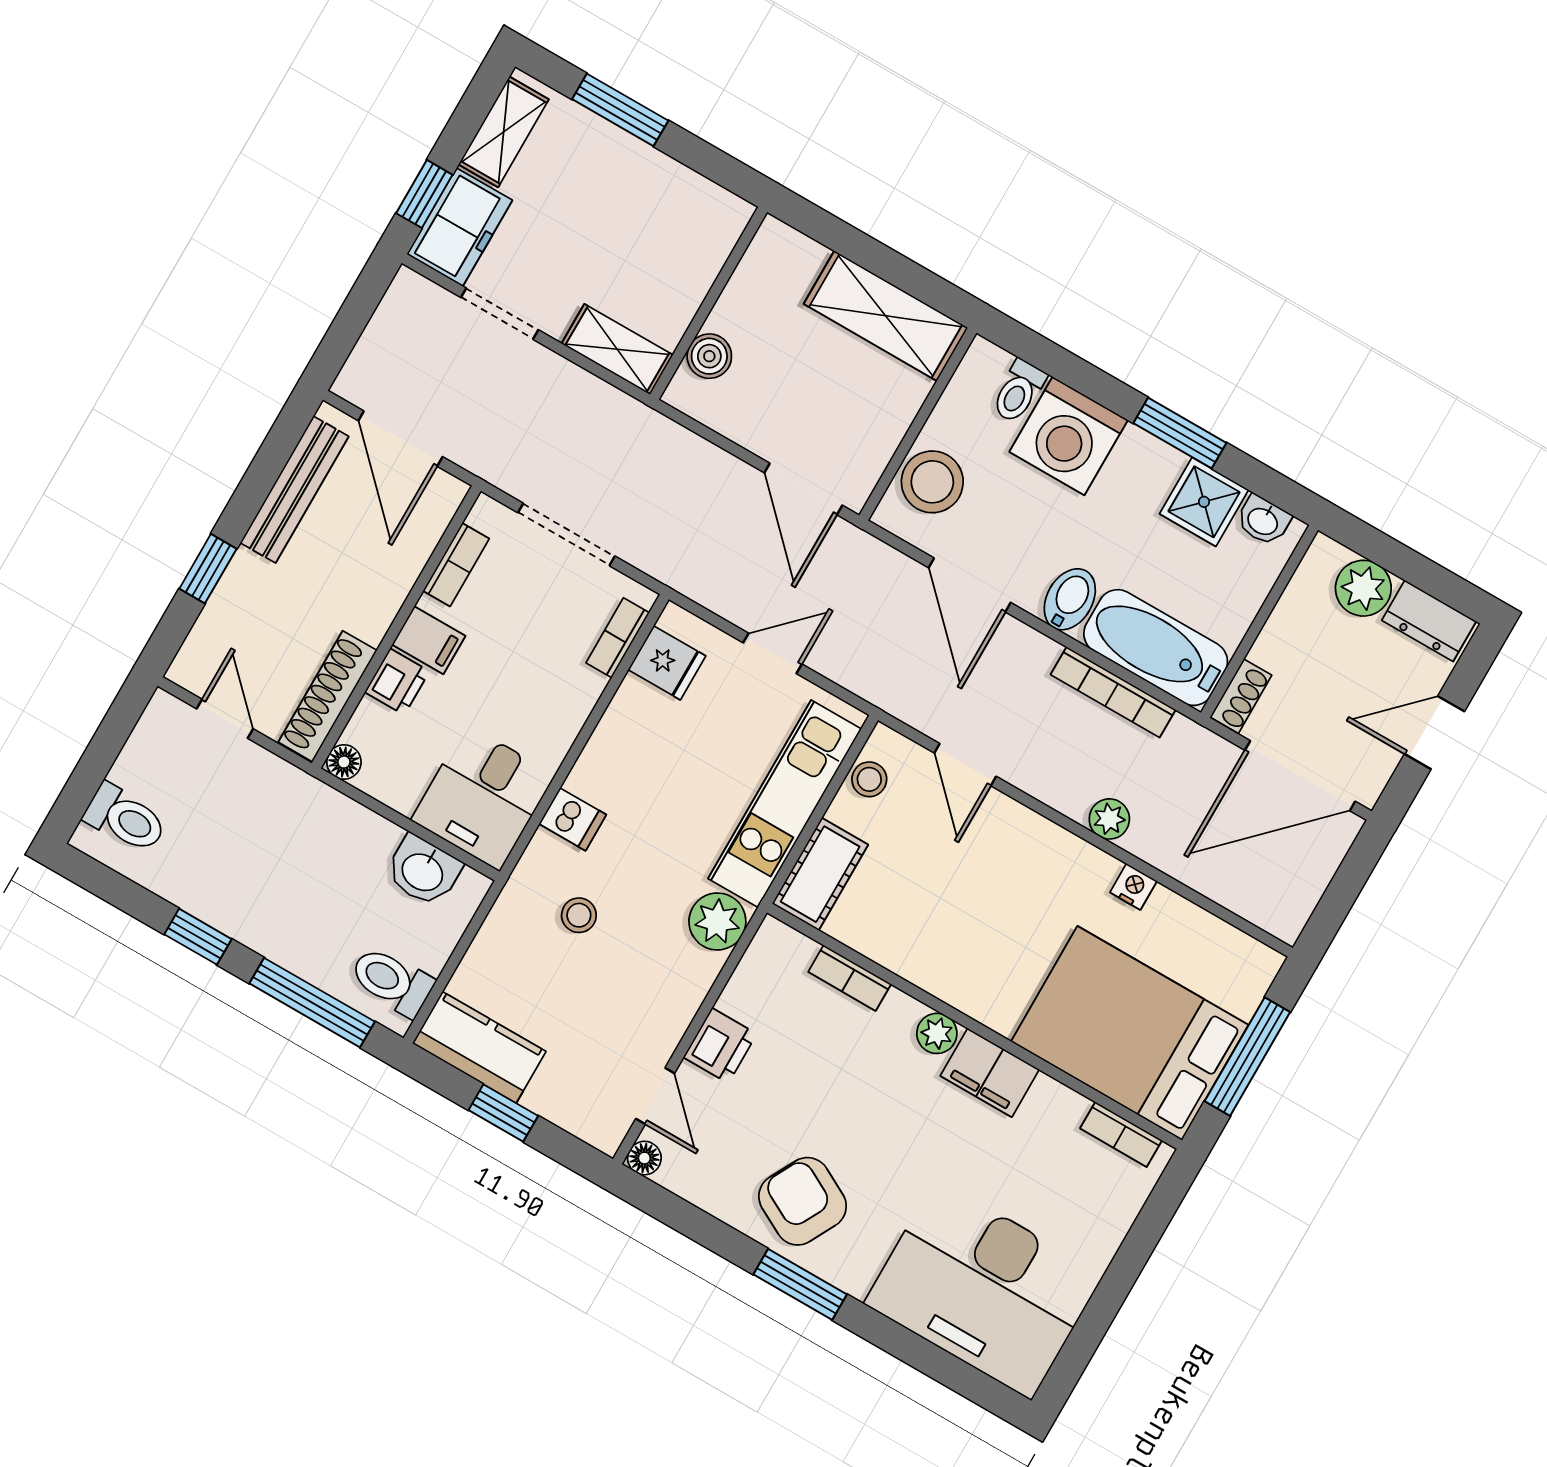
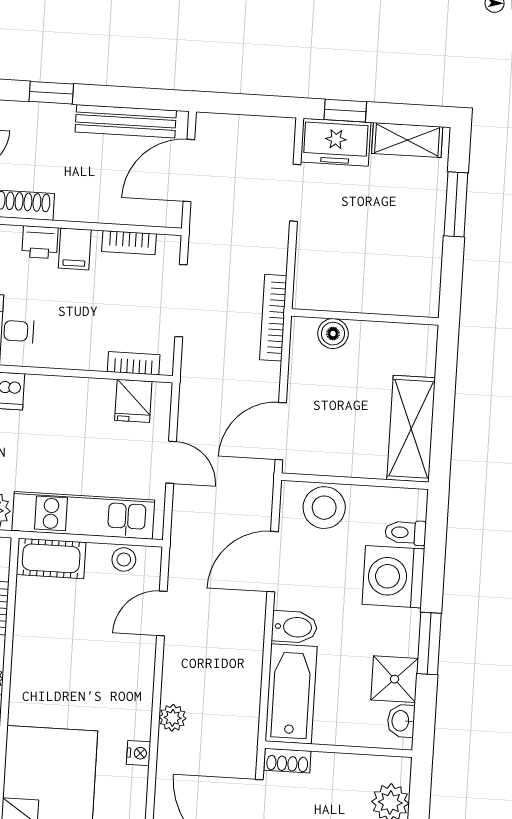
shelving: (617, 349) -> (309, 275), removed
bookcase: (1113, 692) -> (273, 318), moved

